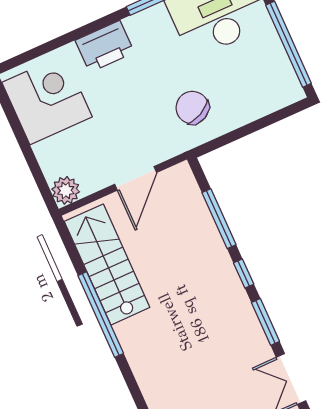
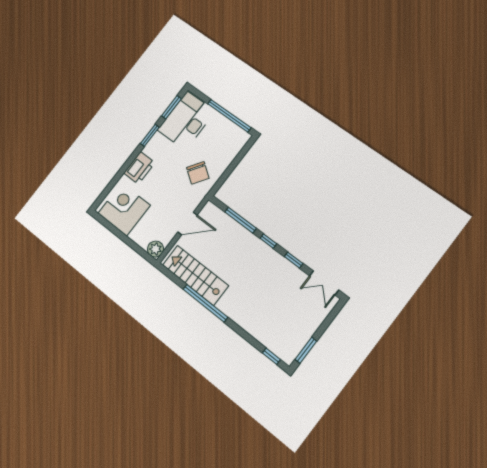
chair: (192, 108) -> (198, 173), turned -119
door: (136, 178) -> (188, 223), hinge flipped
window: (265, 322) -> (294, 260), width x0.67

